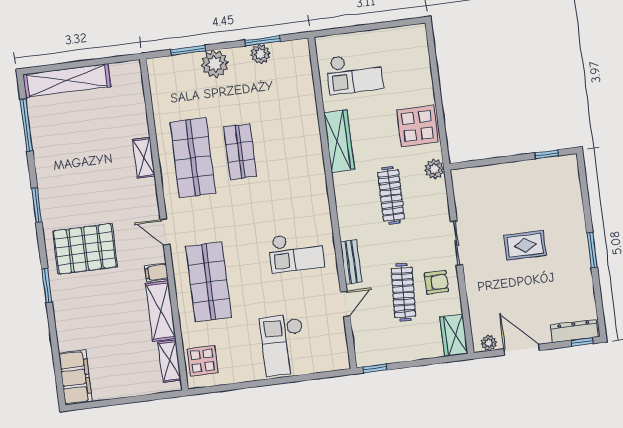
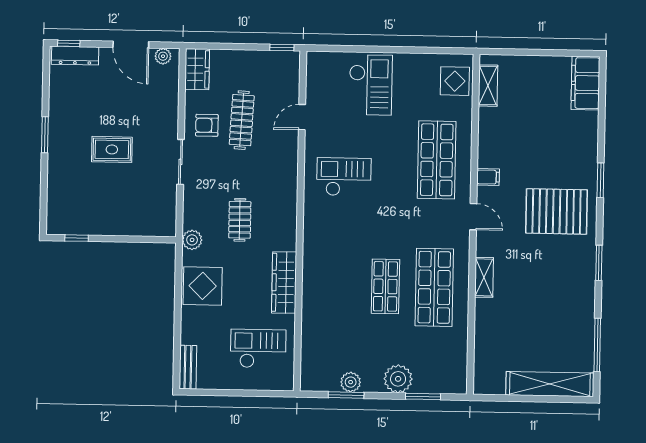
shelving: (144, 158) -> (484, 277), moved
clothes rail: (391, 195) -> (240, 220), width x0.73
bench: (351, 262) -> (188, 367), moved
shelving: (161, 311) -> (490, 137), removed

